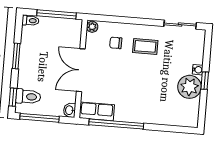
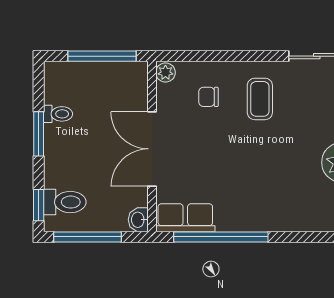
toilet: (30, 21) -> (58, 114), moved
coffee table: (145, 46) -> (260, 99), turned 90

